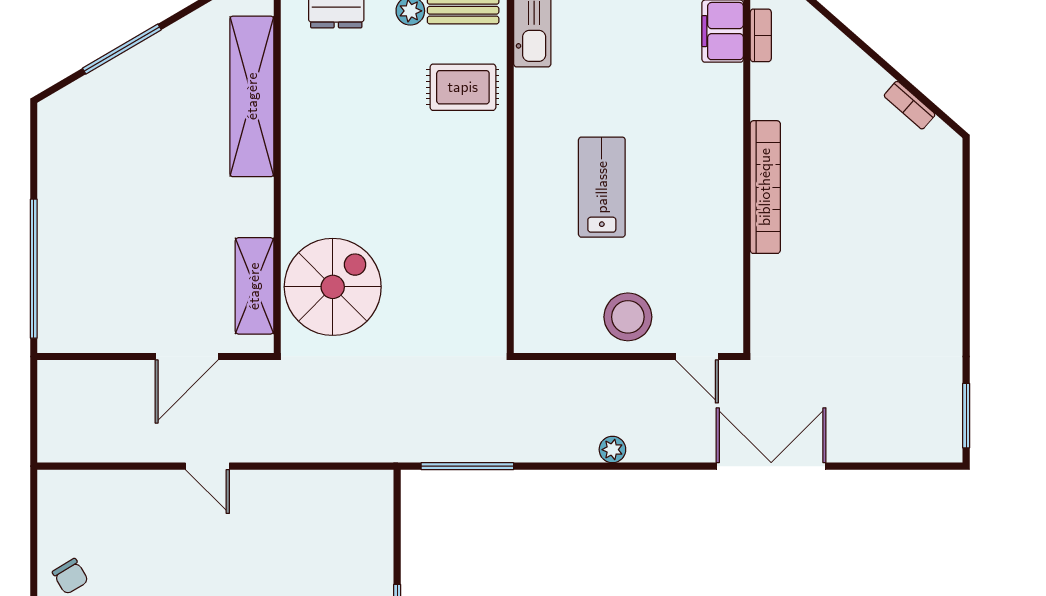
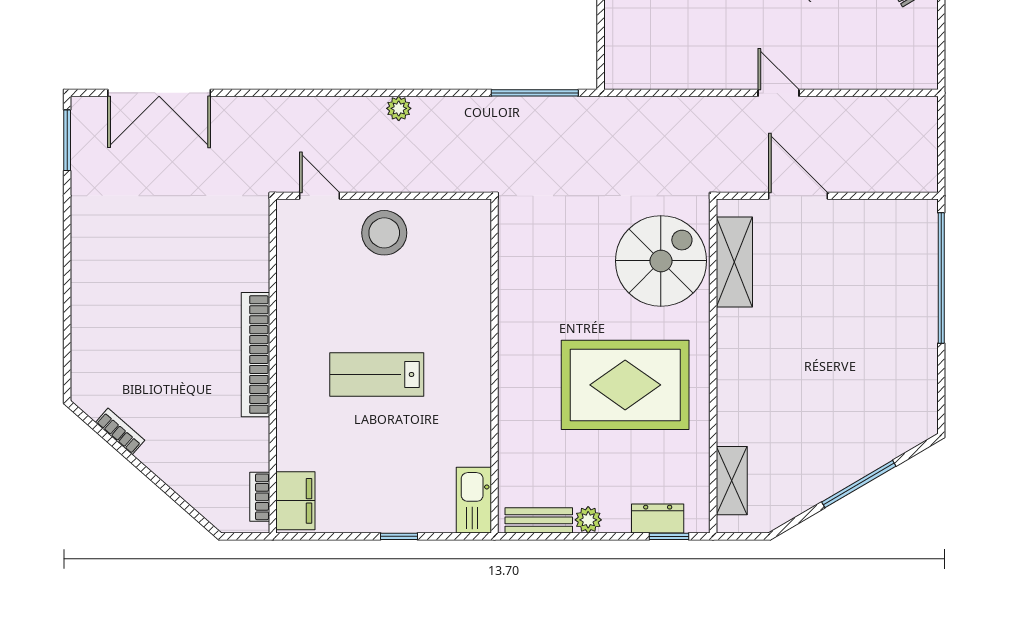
rug: (463, 87) -> (625, 385), moved, width x1.86, depth x2.06
shelving: (252, 96) -> (732, 481), width x0.45, depth x0.75
lab bench: (602, 187) -> (377, 374), moved, turned 90
spiral stairs: (333, 287) -> (661, 261), turned 180
door: (187, 356) -> (798, 196), hinge flipped
double door: (771, 466) -> (159, 93), moved

